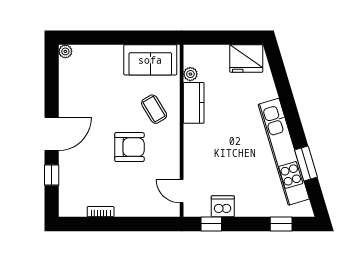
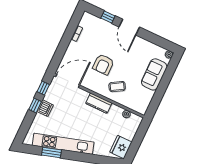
sofa: (150, 60) -> (154, 74), moved
kitchen counter: (194, 103) -> (99, 103), moved
door: (182, 191) -> (68, 81), width x1.88
dishwasher: (223, 206) -> (45, 108), moved
window: (281, 224) -> (35, 105), moved

